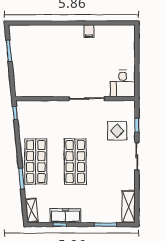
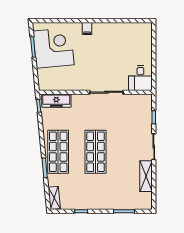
filing cabinet: (89, 31) -> (87, 28), moved
corner desk: (31, 52) -> (54, 48), added
display table: (117, 131) -> (135, 123), removed
shelving: (129, 207) -> (146, 176), moved
freezer: (65, 216) -> (56, 101), moved, turned 180

